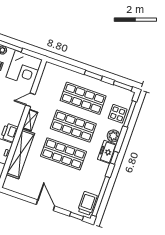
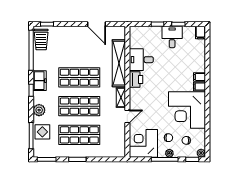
freezer: (107, 152) -> (40, 81), moved
door: (45, 205) -> (97, 24), moved

